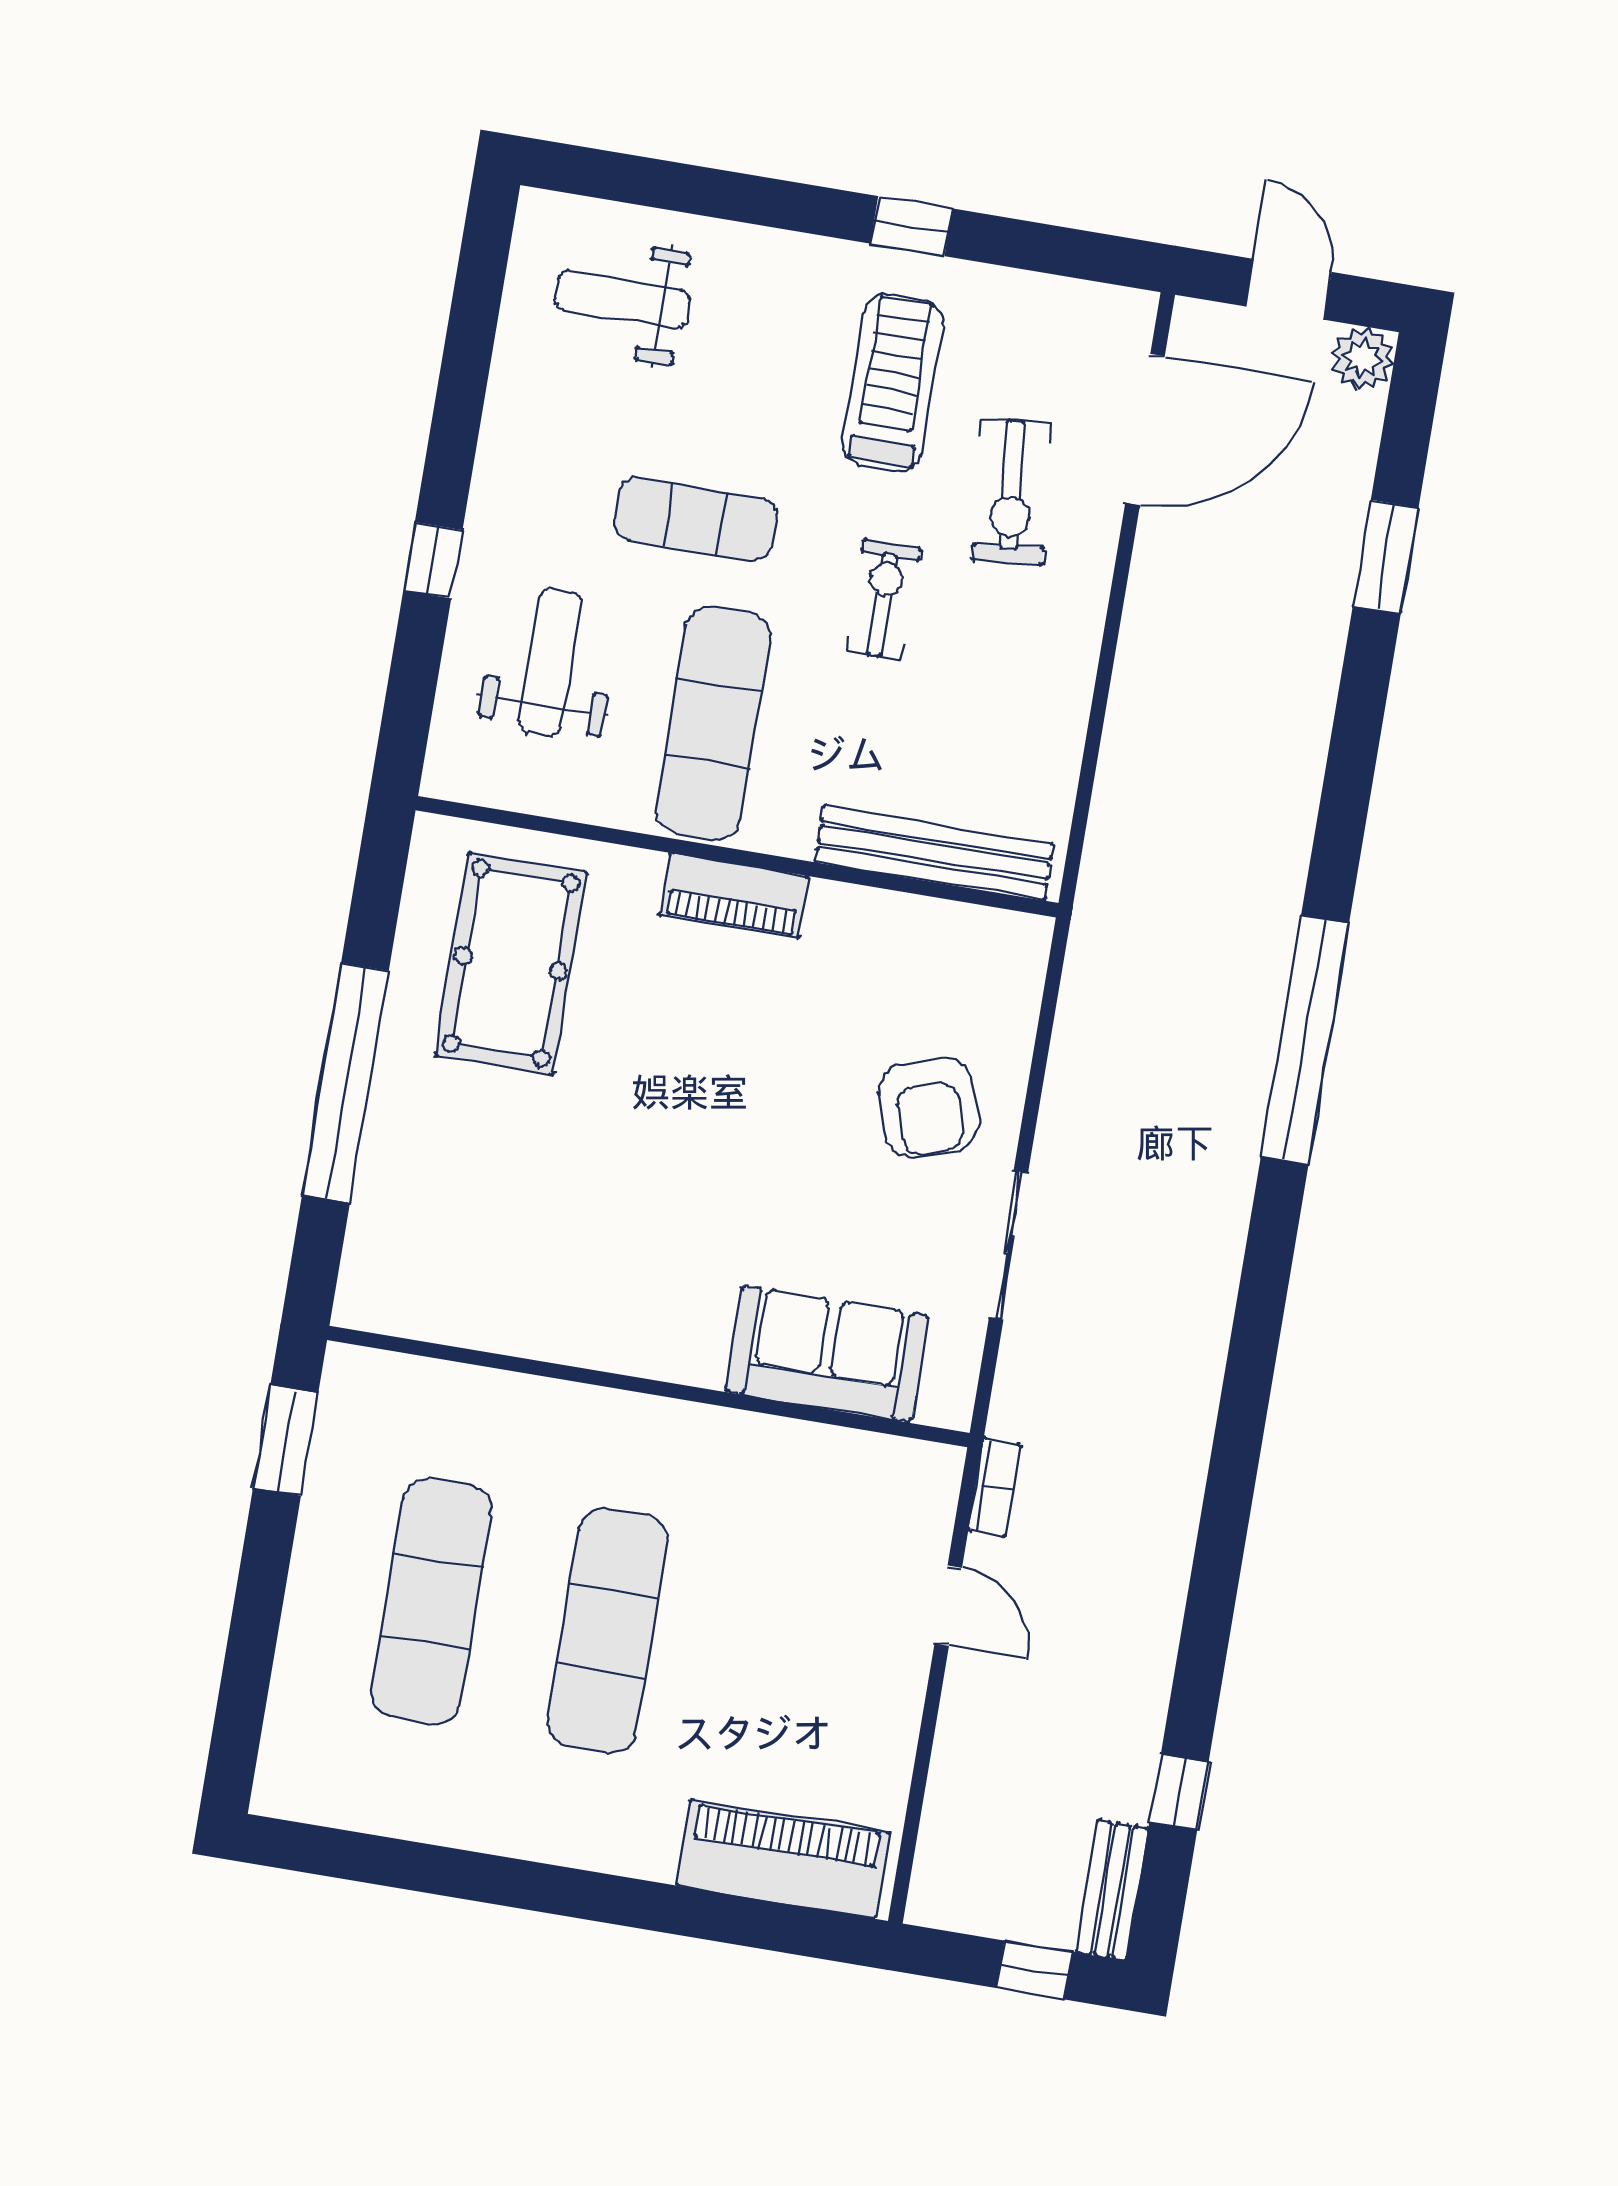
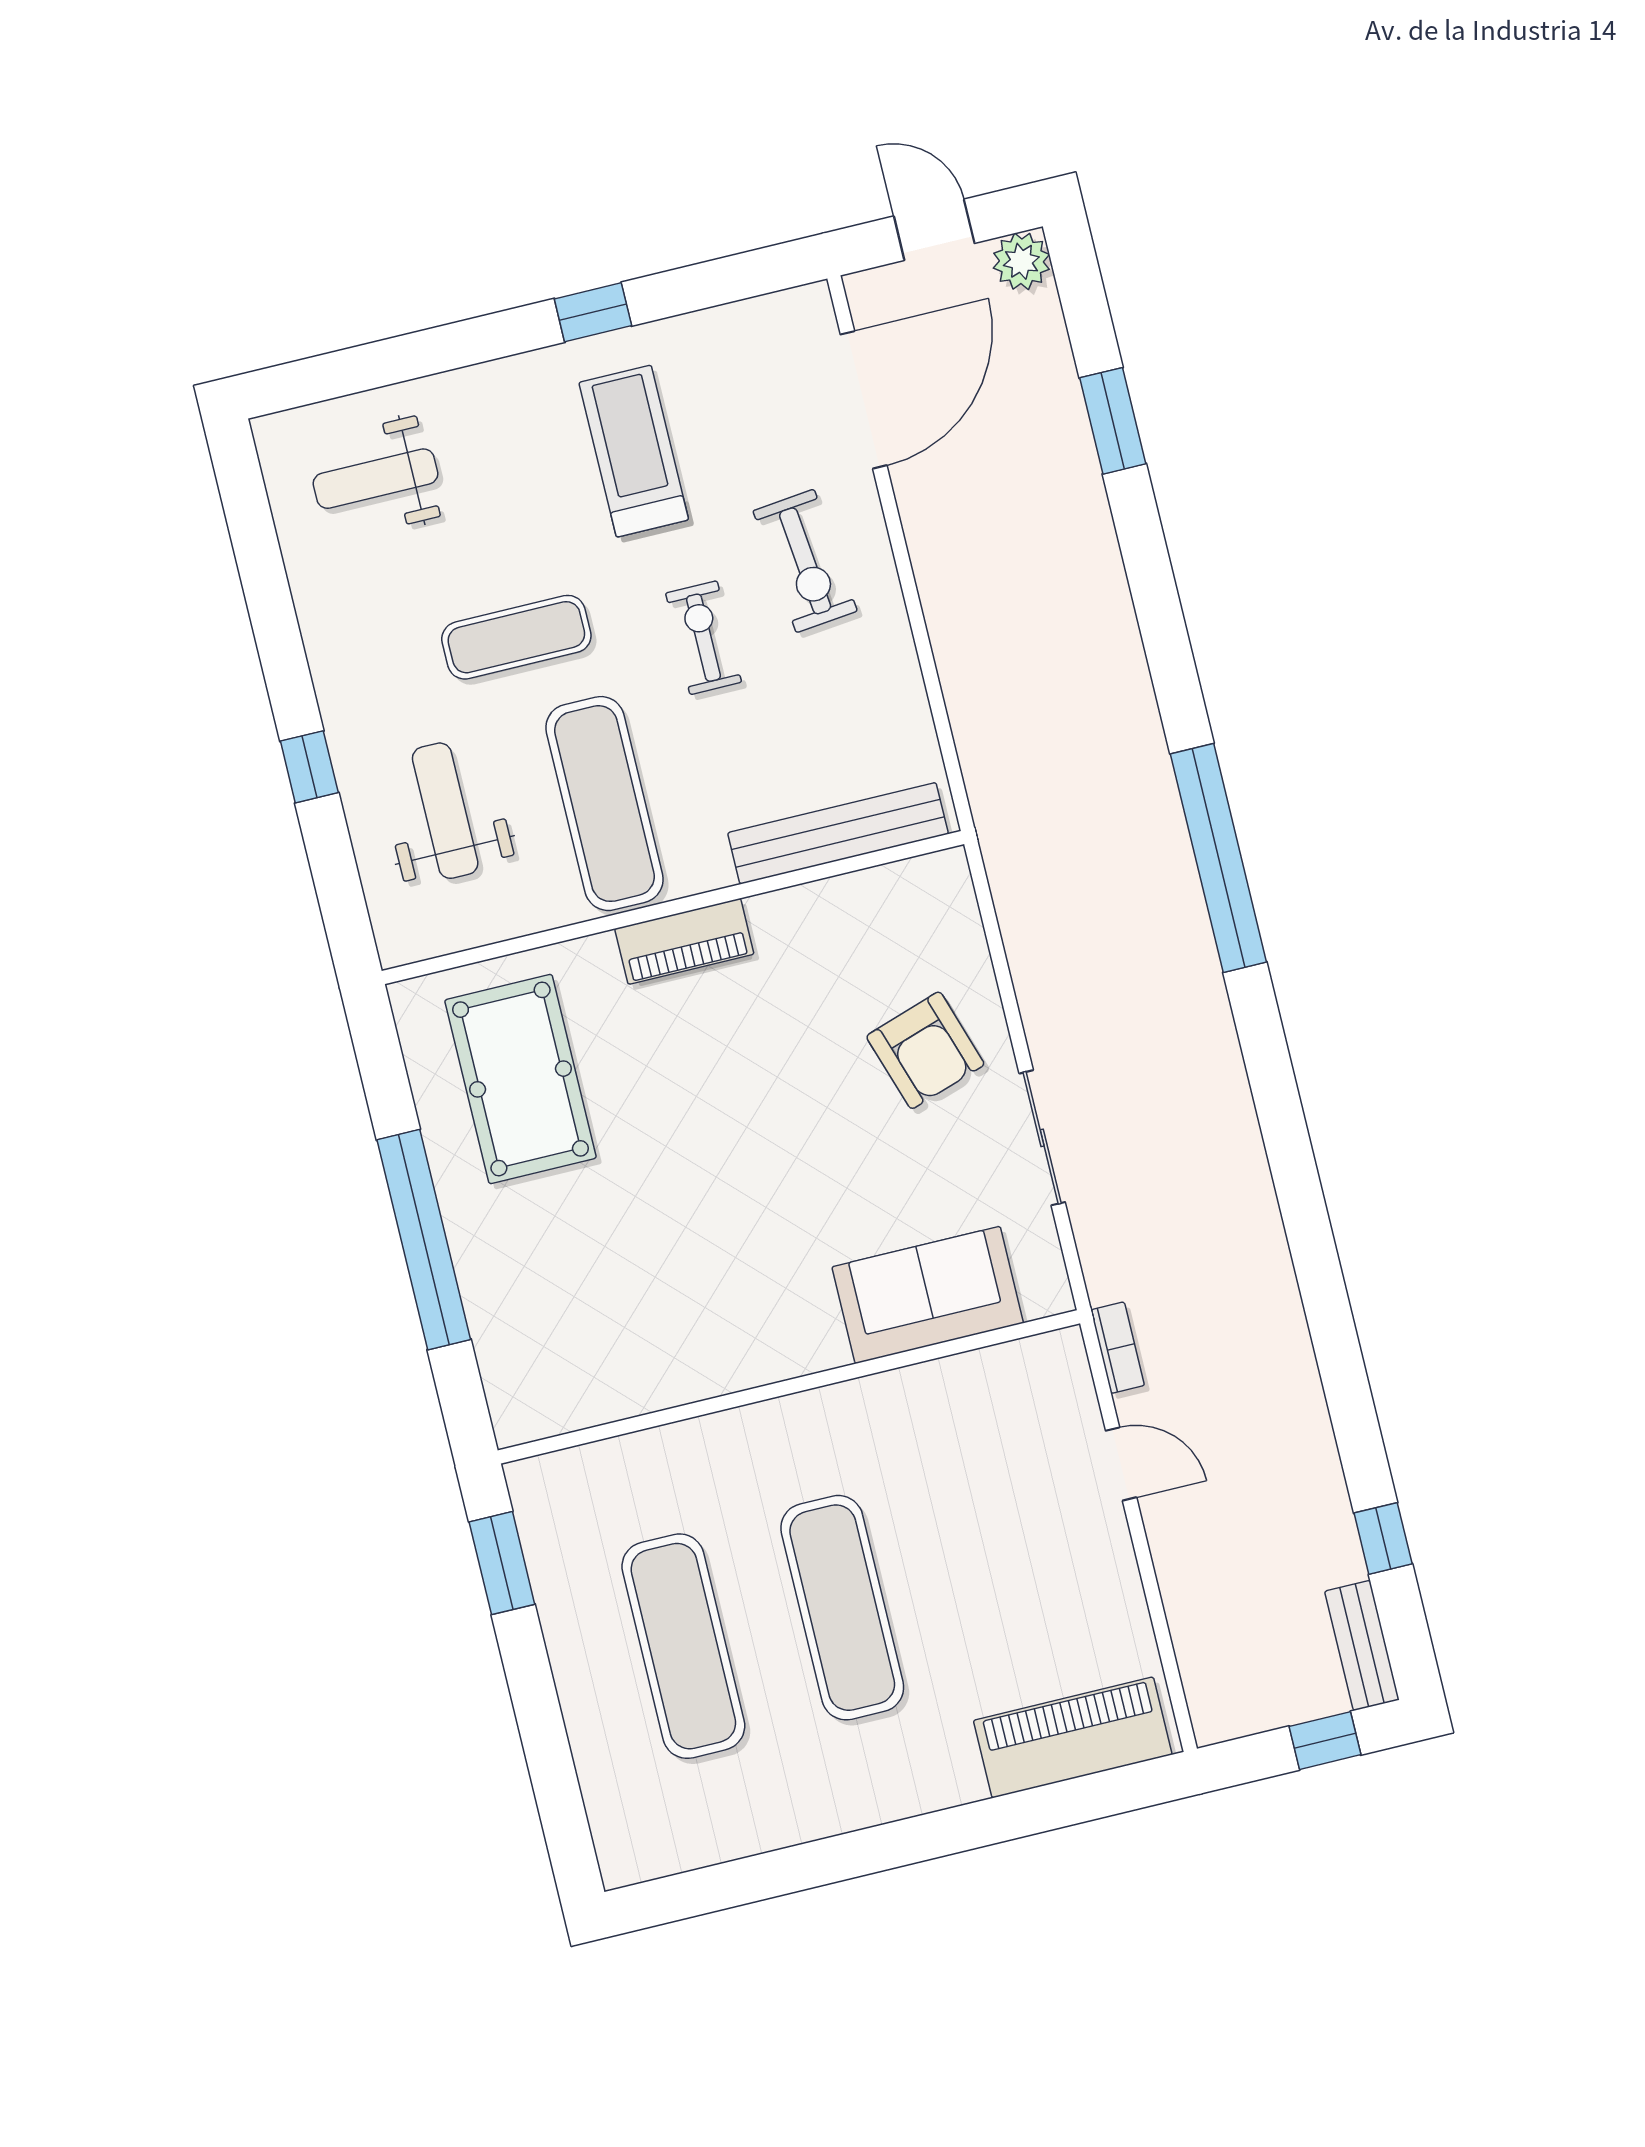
exercise bike: (1012, 492) -> (805, 561), moved

